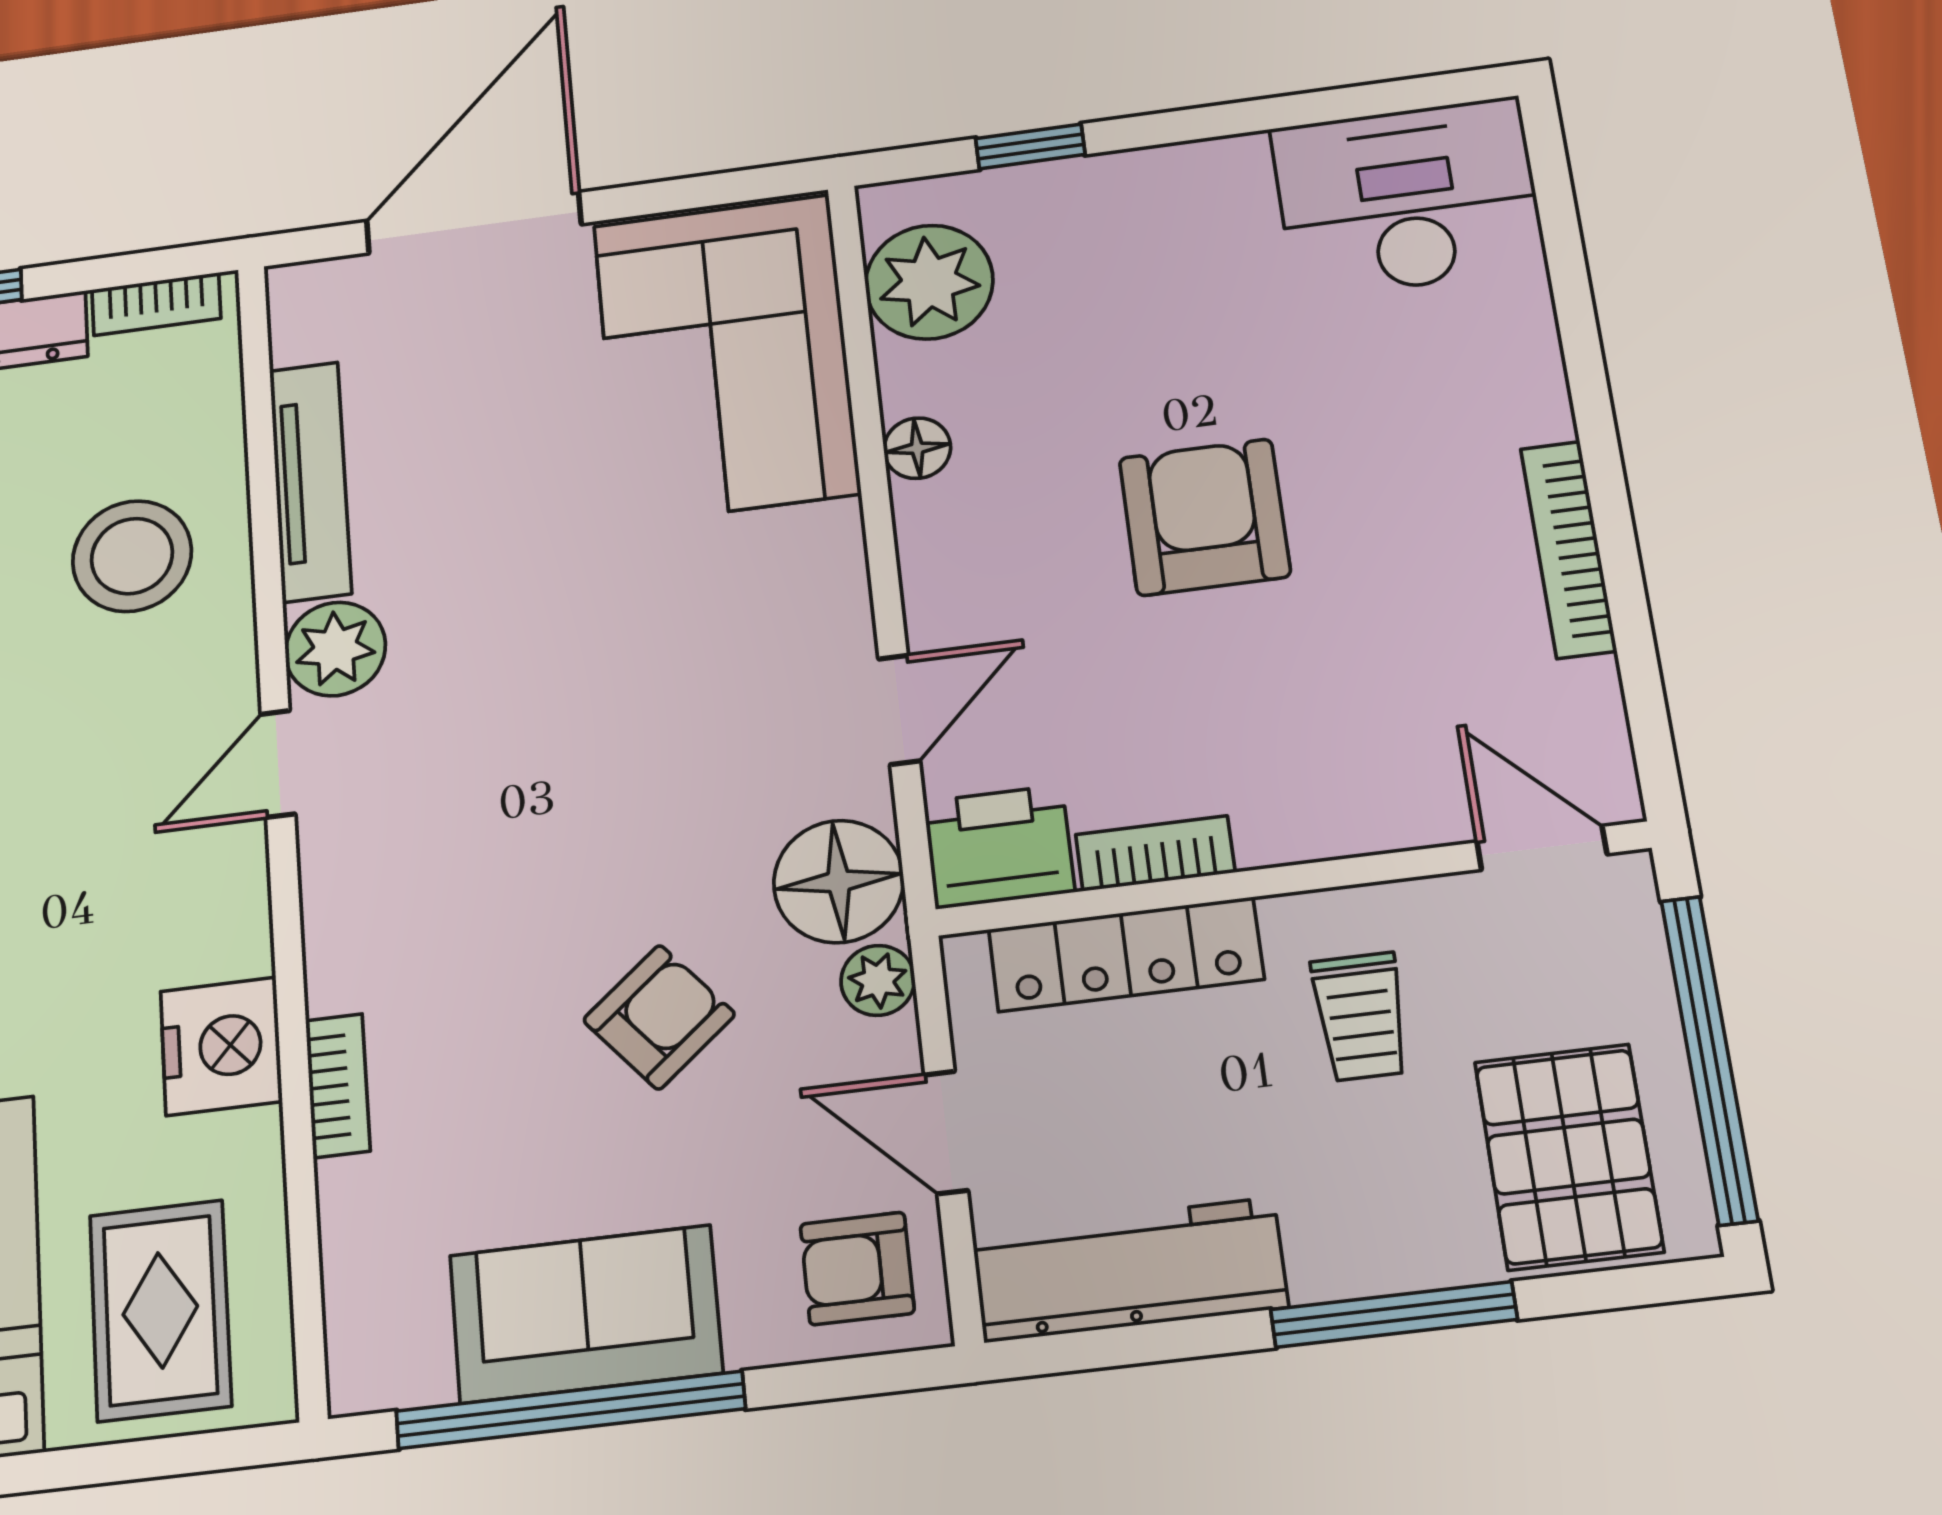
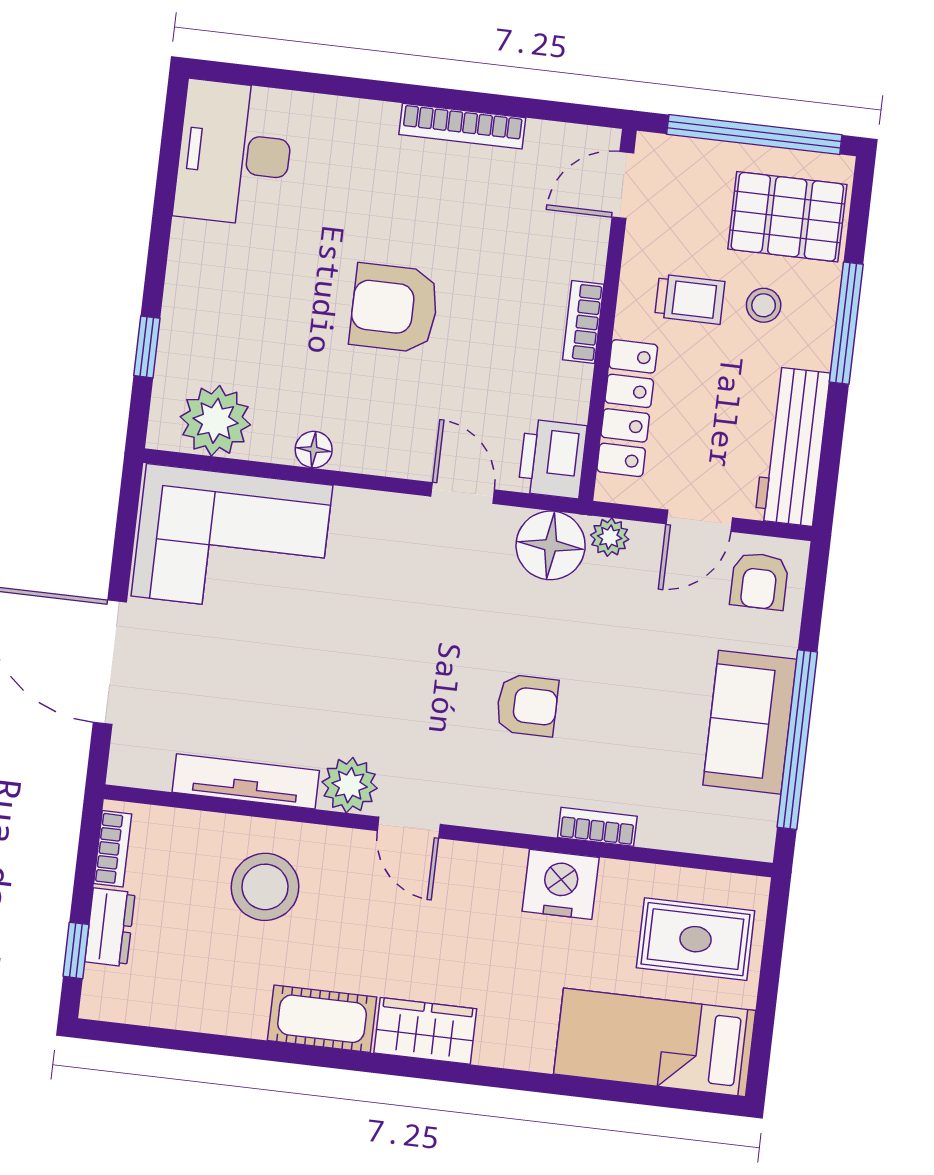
bookcase: (1155, 853) -> (583, 322), moved
armchair: (659, 1017) -> (527, 705), moved, turned 130
stool: (1386, 1153) -> (764, 305), added

